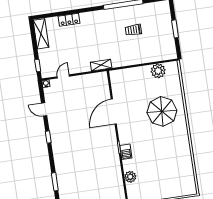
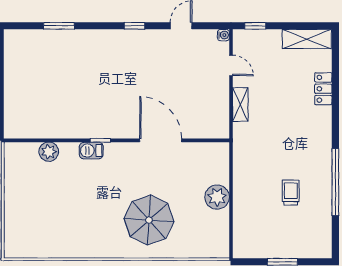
shelving: (101, 65) -> (240, 105), moved
plant: (158, 71) -> (217, 197), moved

